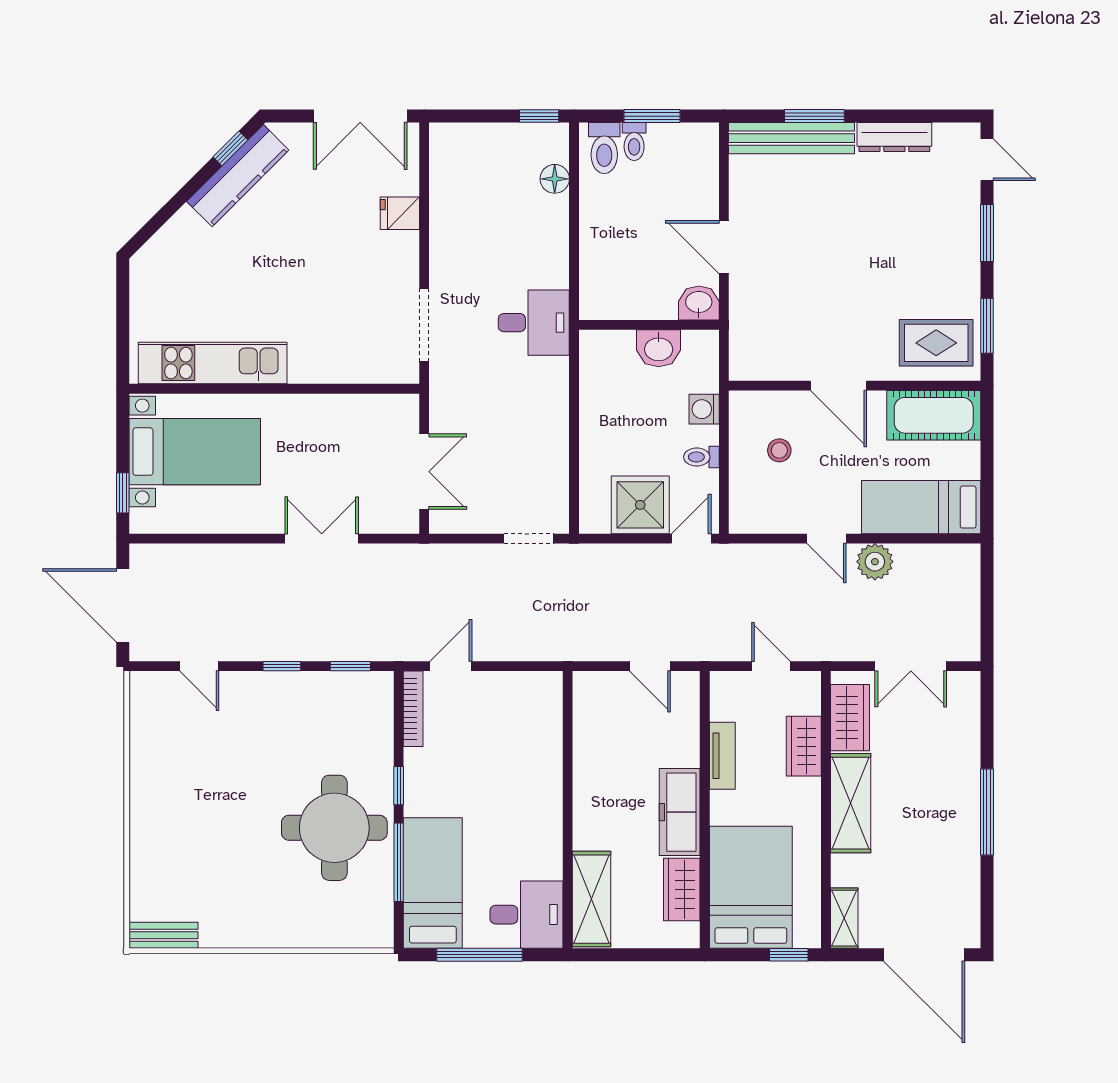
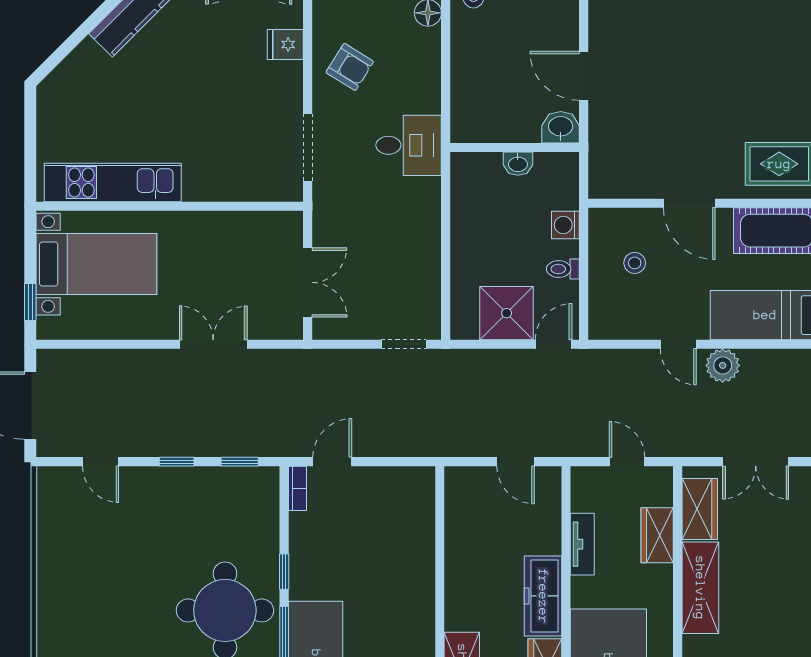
armchair: (470, 238) -> (350, 67), added
washbasin: (659, 348) -> (518, 164), width x0.72, depth x0.69
bookcase: (413, 709) -> (297, 488), width x0.64

